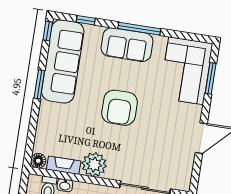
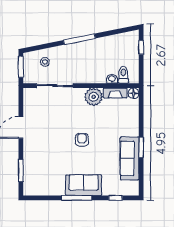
window: (48, 31) -> (141, 186), removed
sofa: (63, 61) -> (130, 158), width x0.74, depth x0.79
corner sofa: (186, 71) -> (39, 173), removed
armchair: (120, 108) -> (82, 140), width x0.53, depth x0.53

